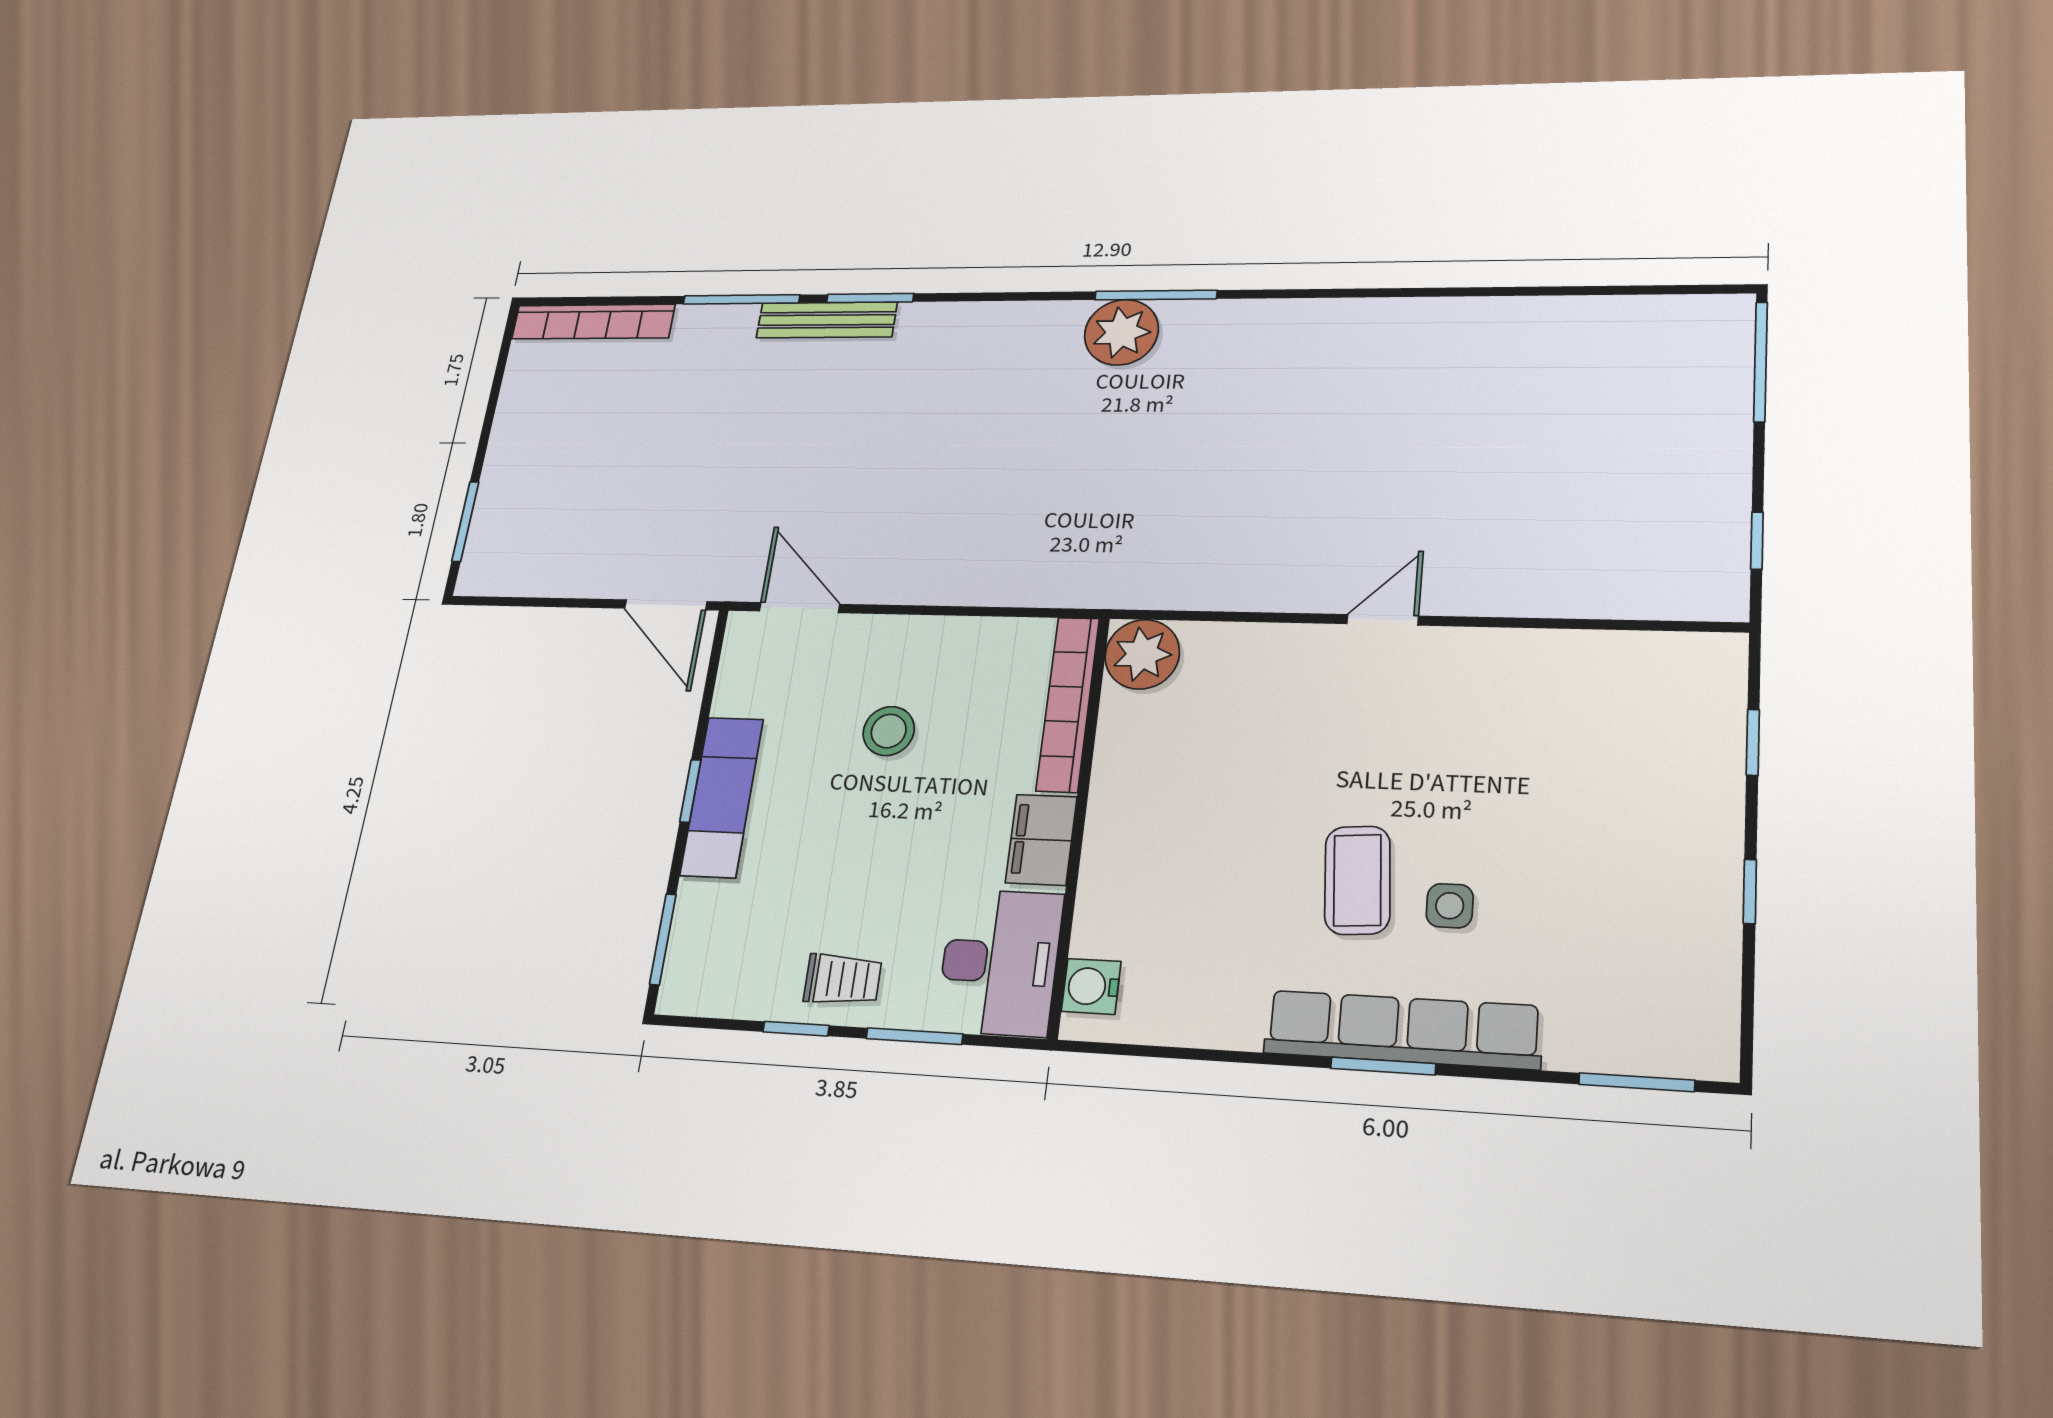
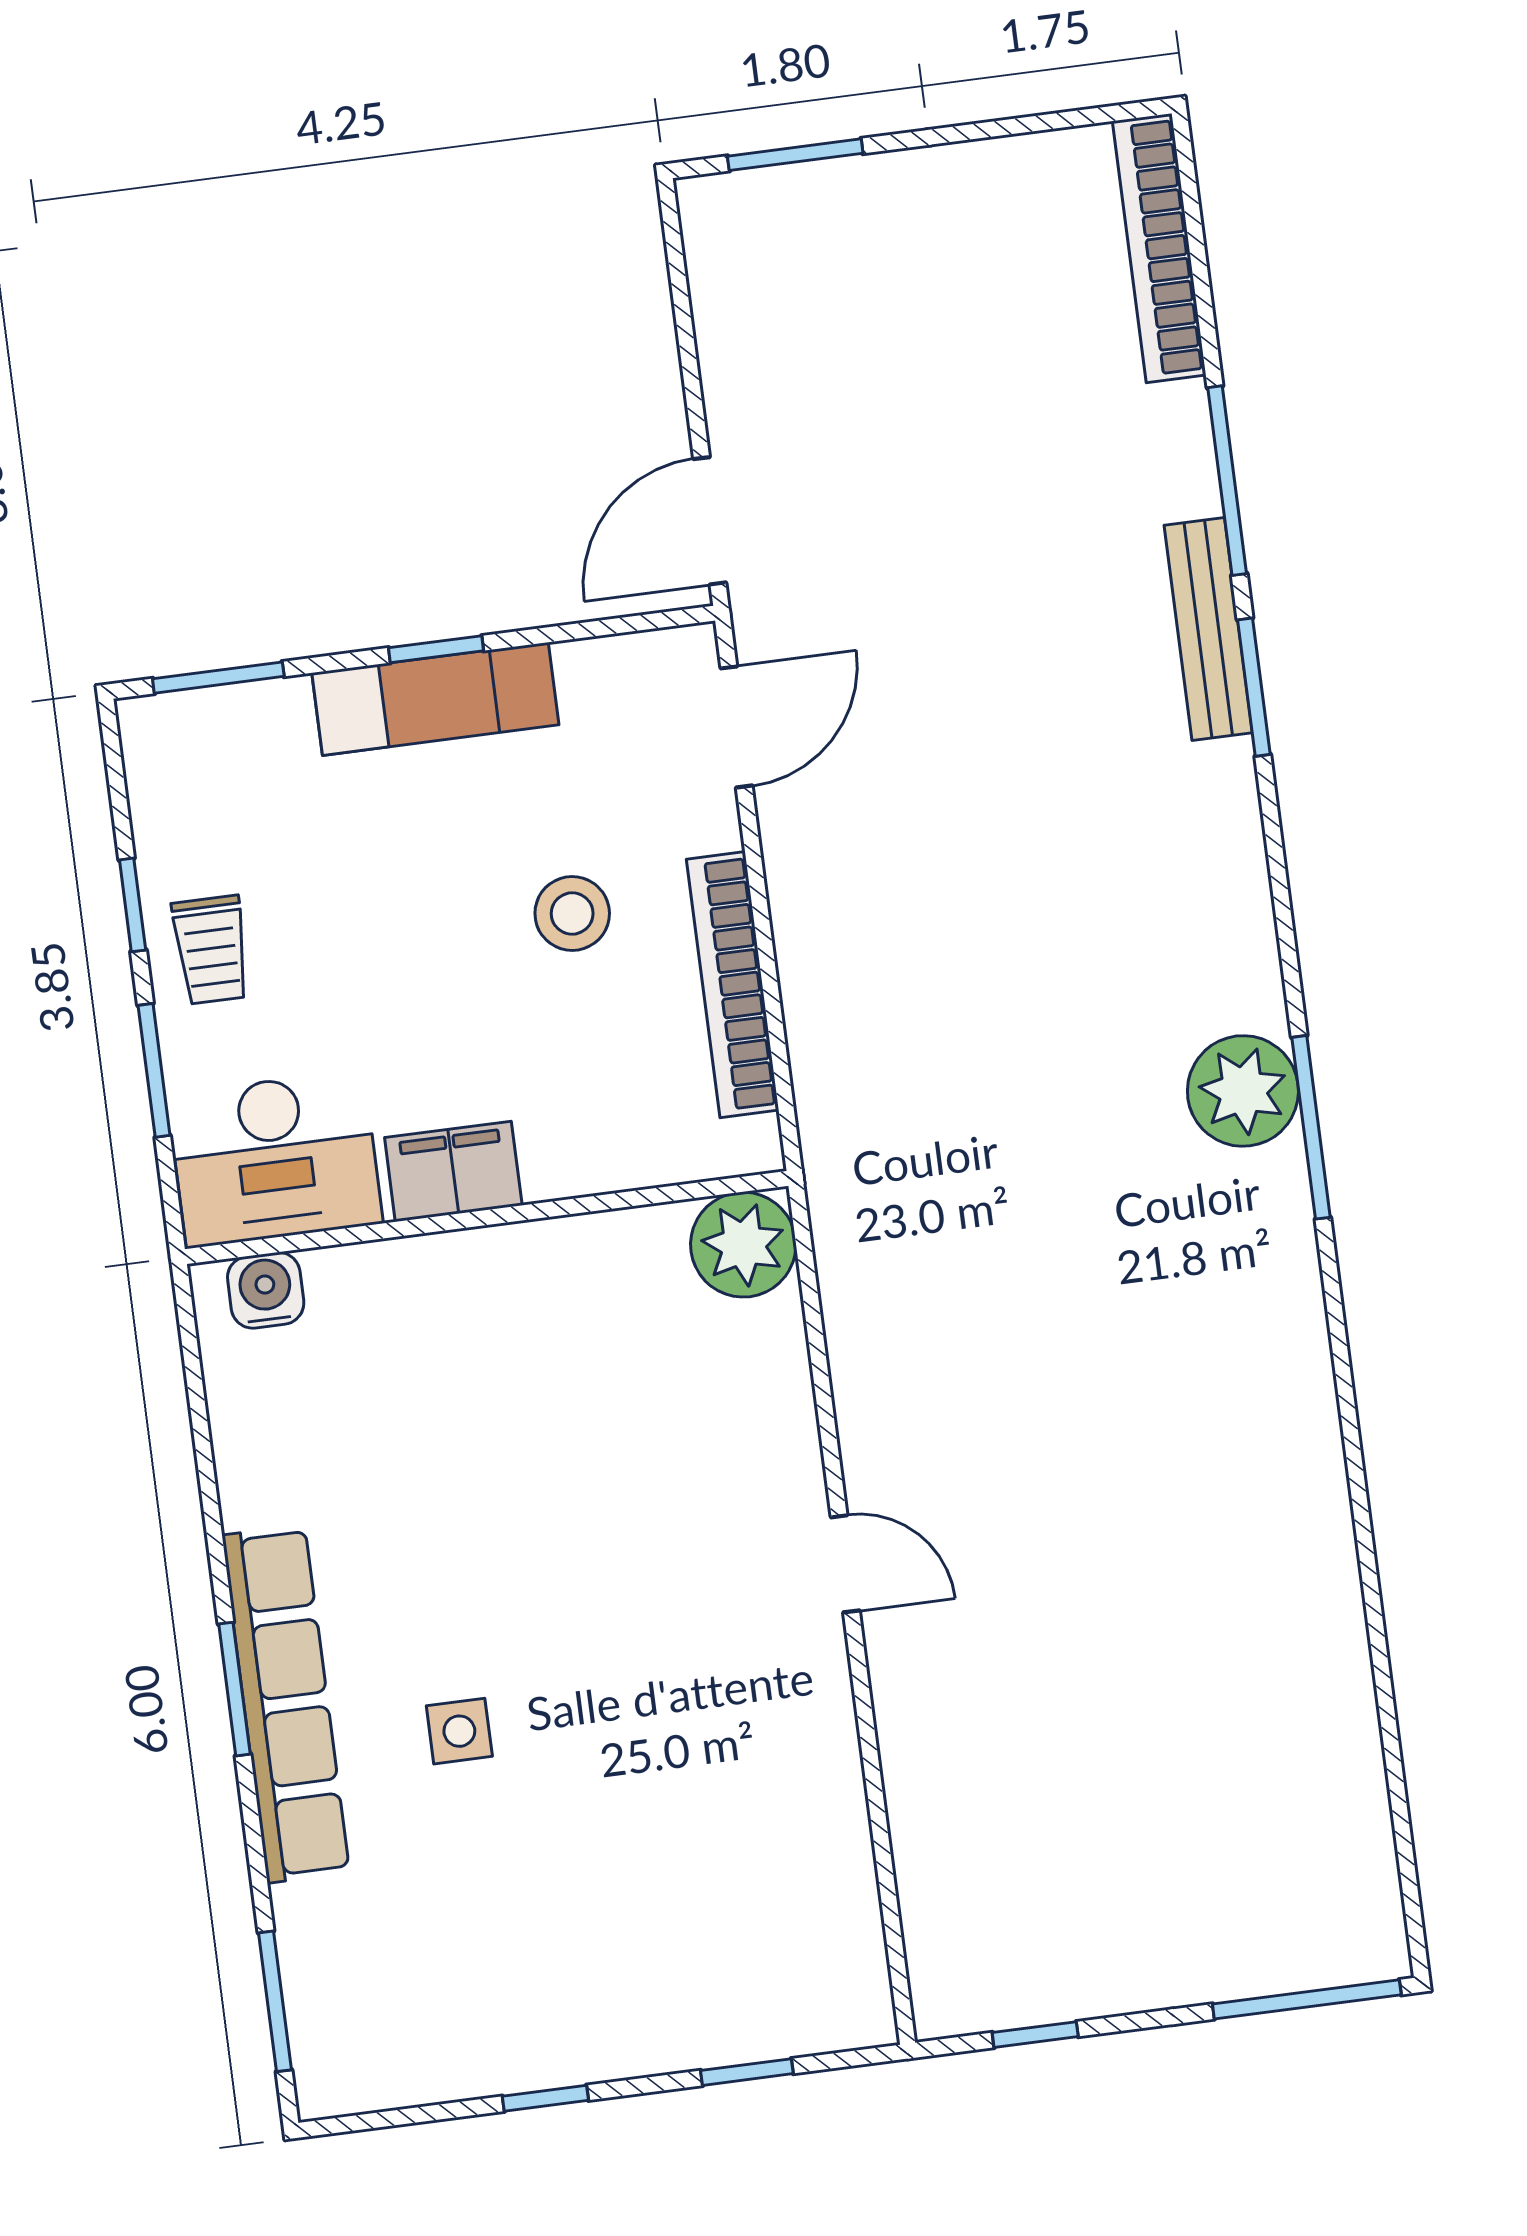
bookcase: (1068, 704) -> (733, 985), moved, turned -90
coffee table: (1357, 880) -> (472, 1606), removed

